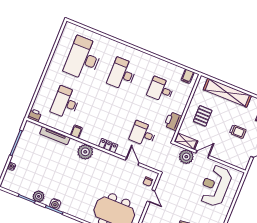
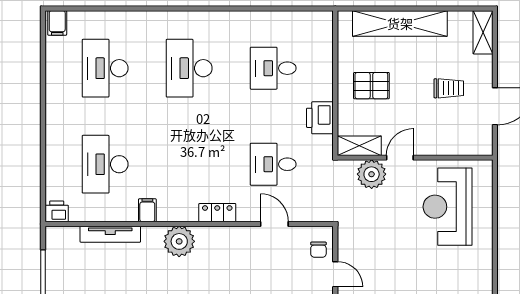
desk: (83, 58) -> (105, 68), width x0.73, depth x0.77
filing cabinet: (188, 76) -> (57, 23), moved
pallet: (203, 116) -> (371, 86), turned 90

